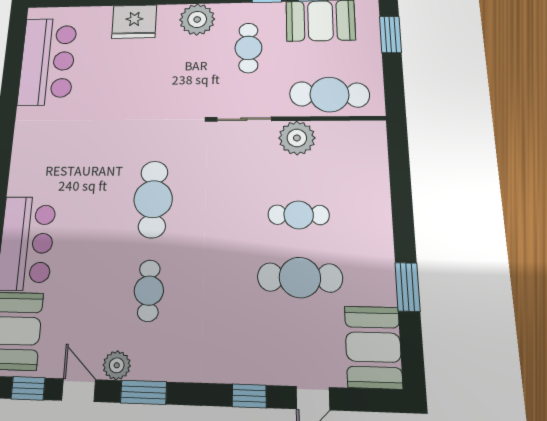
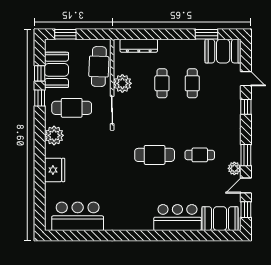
cafe table: (248, 48) -> (72, 108), width x1.37, depth x1.35
dresser: (375, 169) -> (139, 46), added
cafe table: (300, 277) -> (192, 83), width x0.73, depth x0.74
window: (407, 287) -> (207, 34), moved

